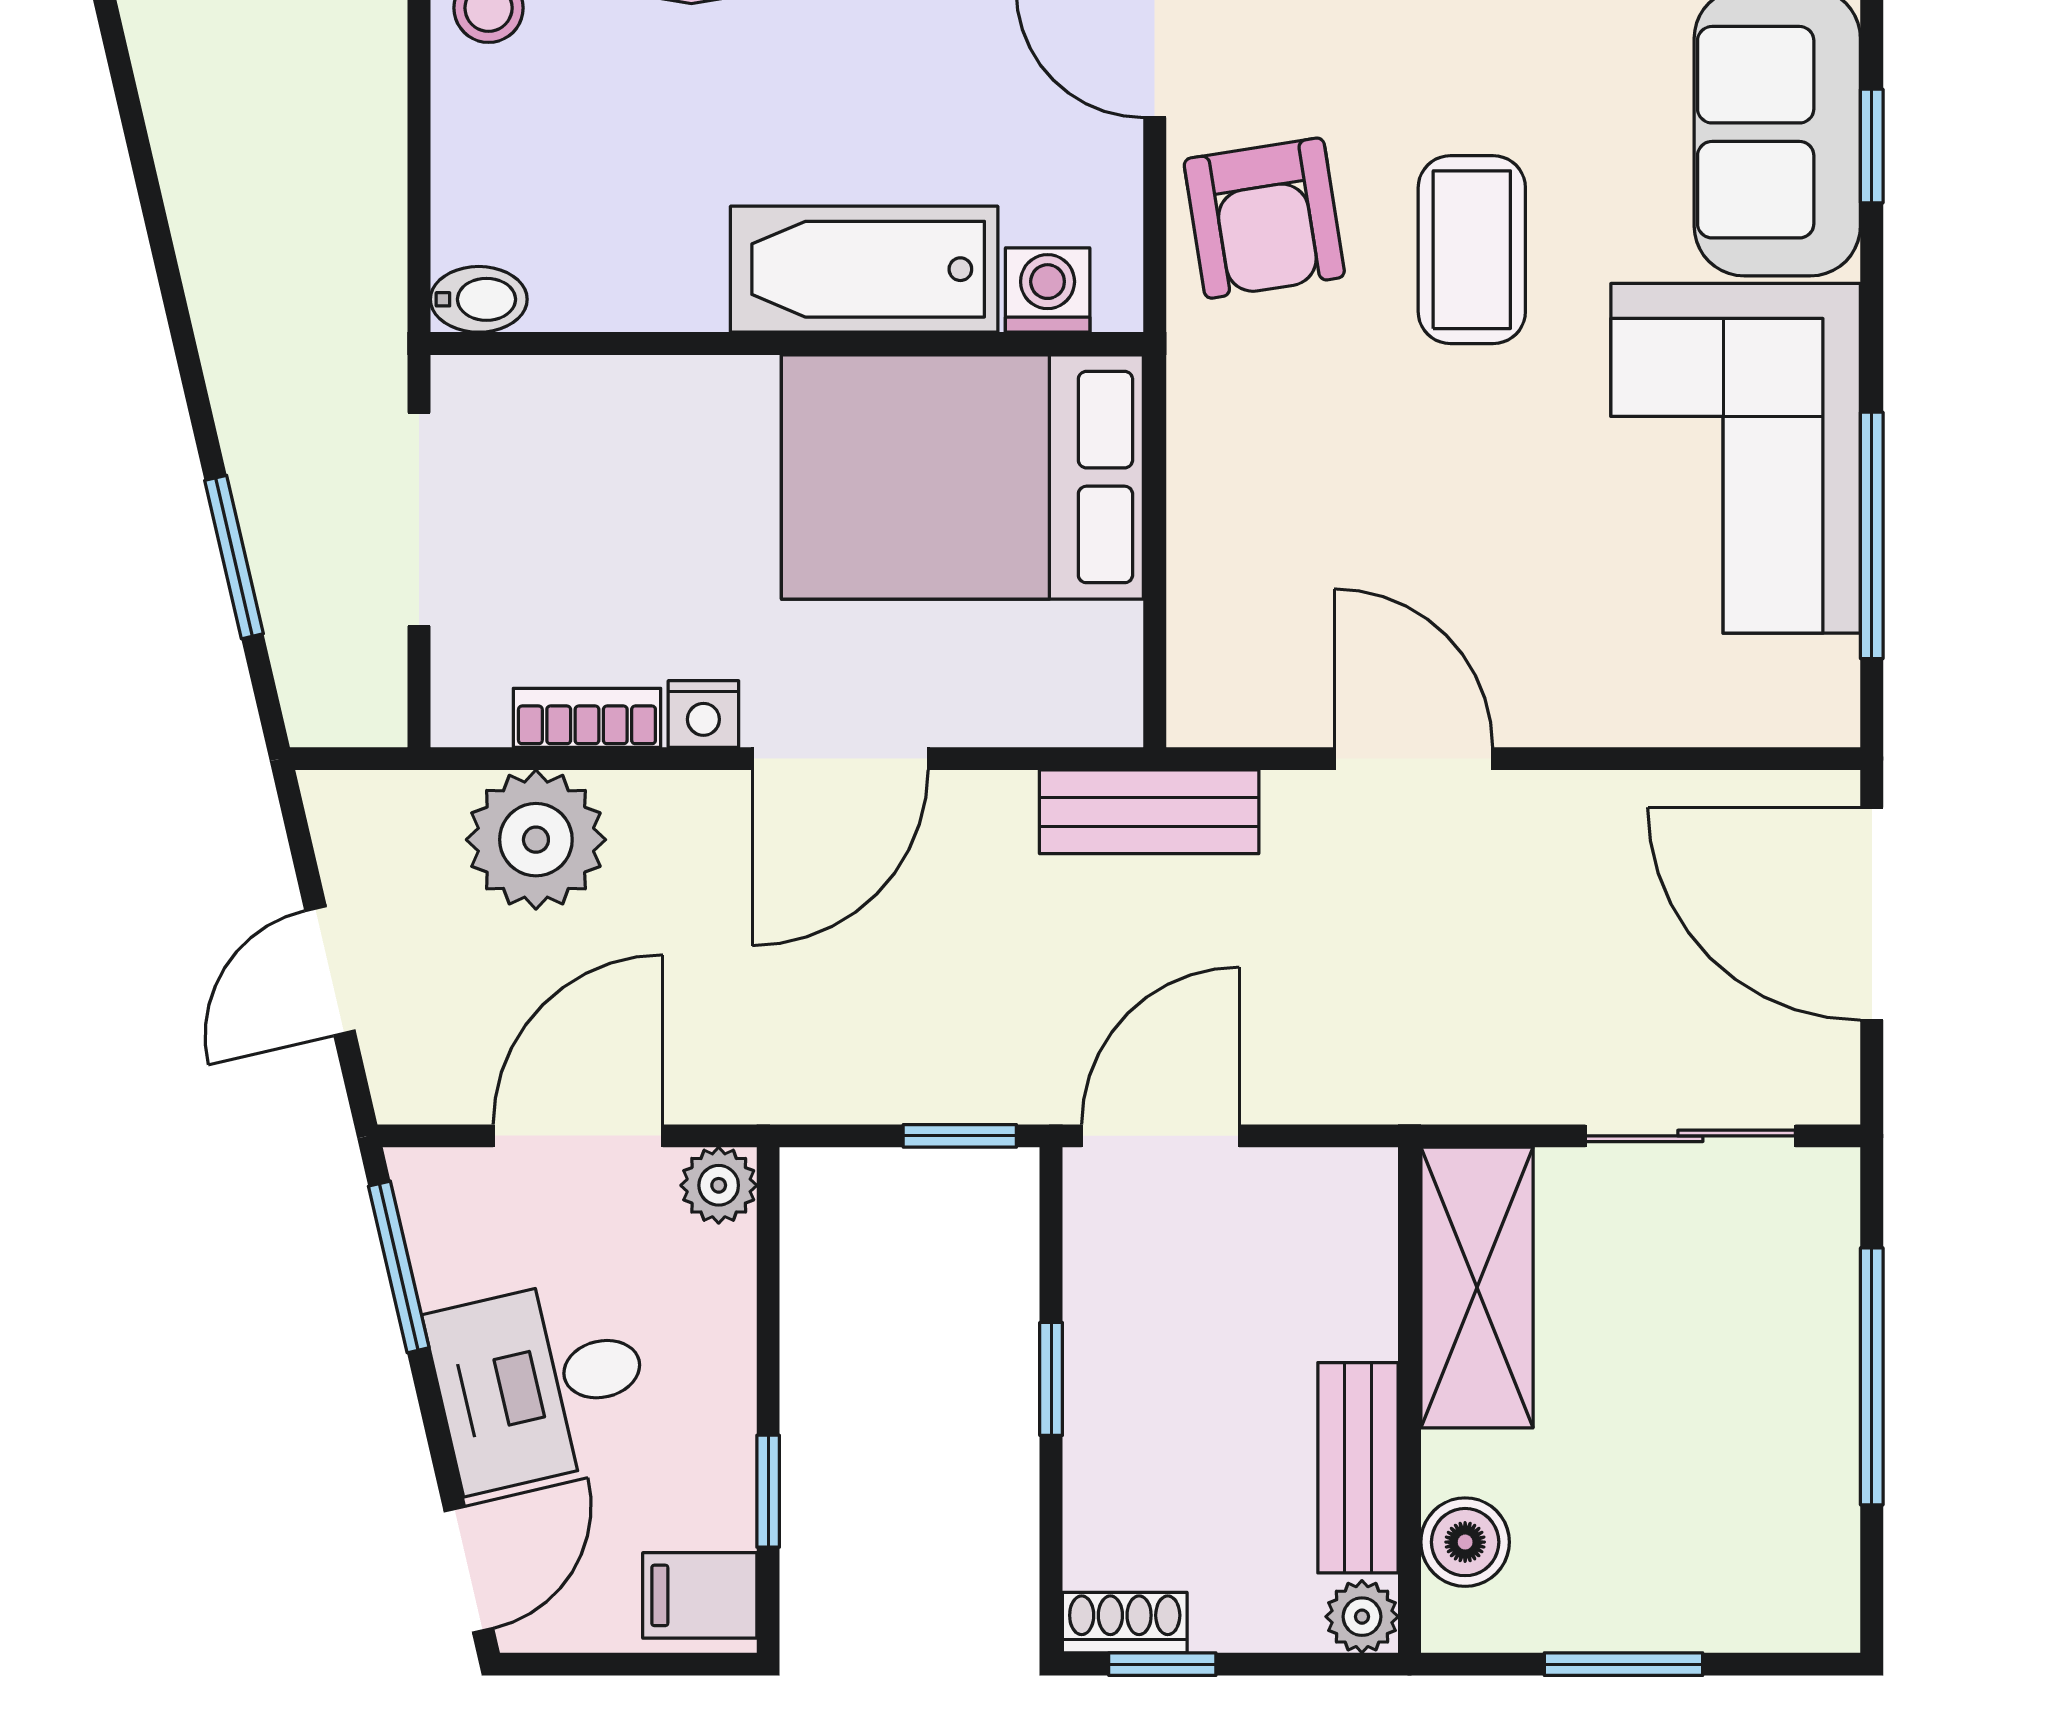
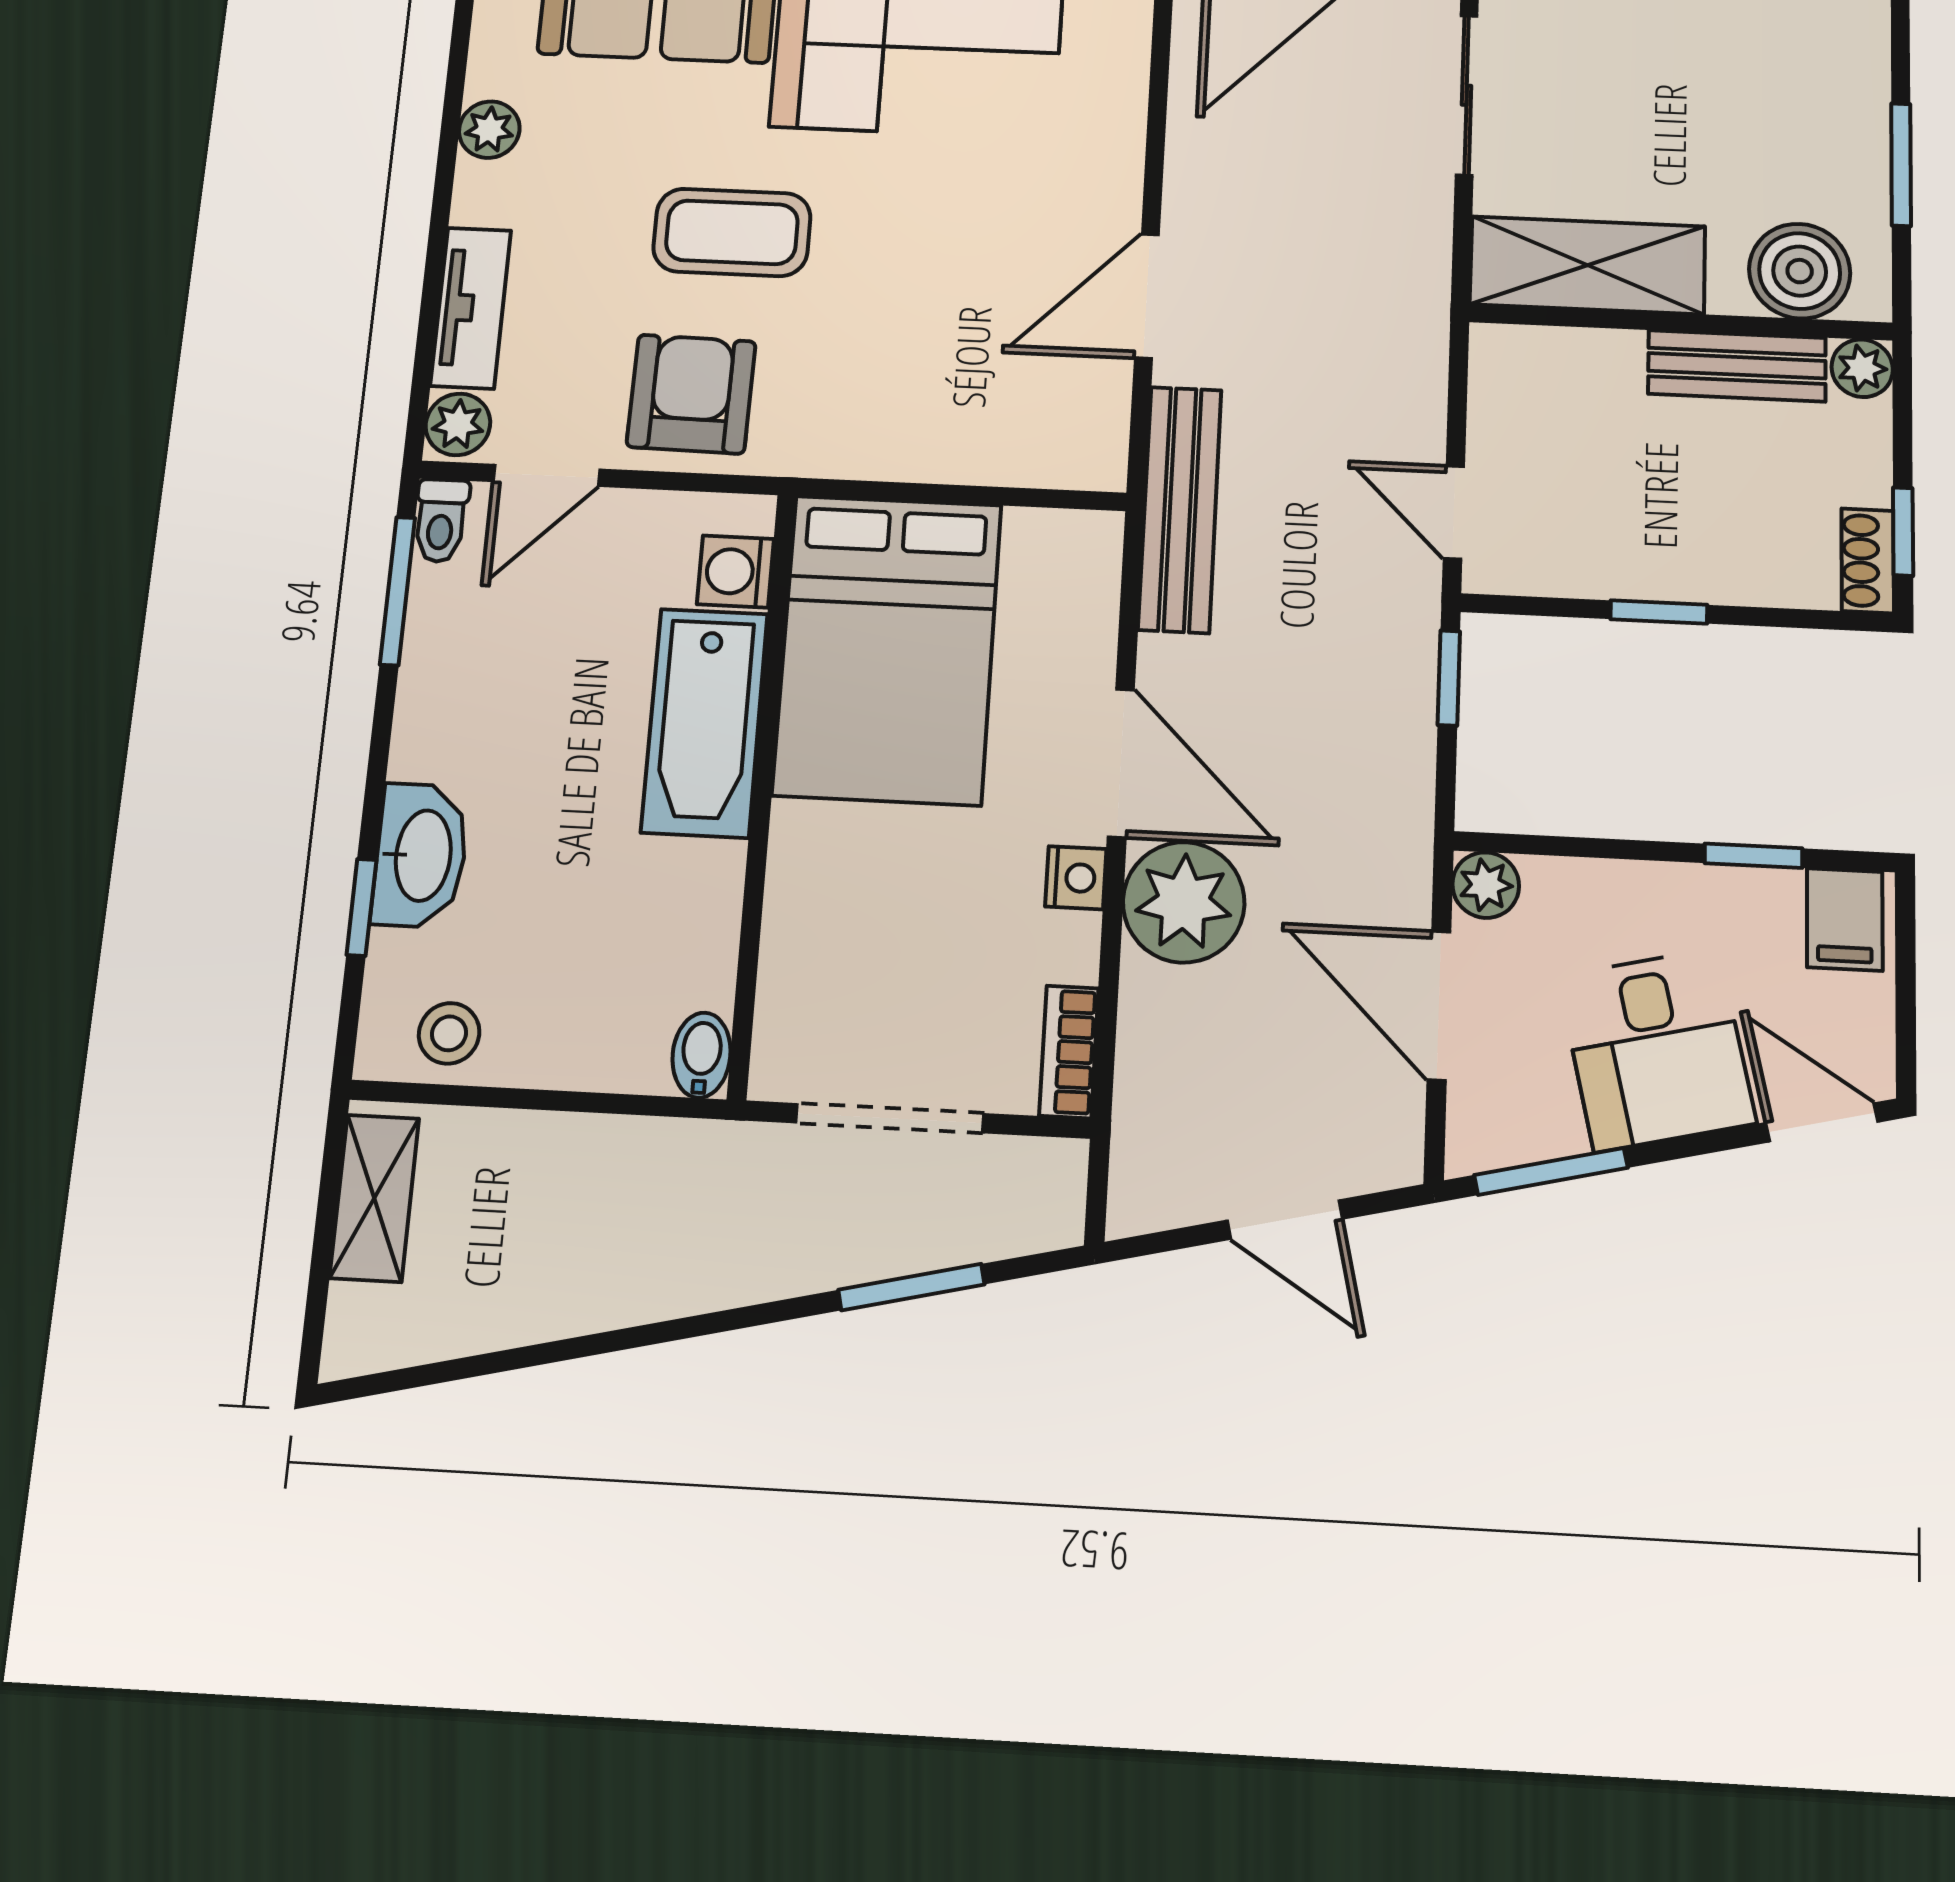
armchair: (1264, 218) -> (691, 394), turned -80
bookcase: (587, 718) -> (1069, 1052), moved
bench: (1149, 812) -> (1180, 509), width x1.36
plant: (536, 840) -> (1184, 902), moved
door: (1160, 1136) -> (1454, 512), width x0.73
boiler: (1465, 1542) -> (1800, 271), width x1.36, depth x1.36

